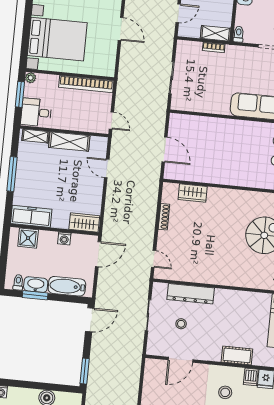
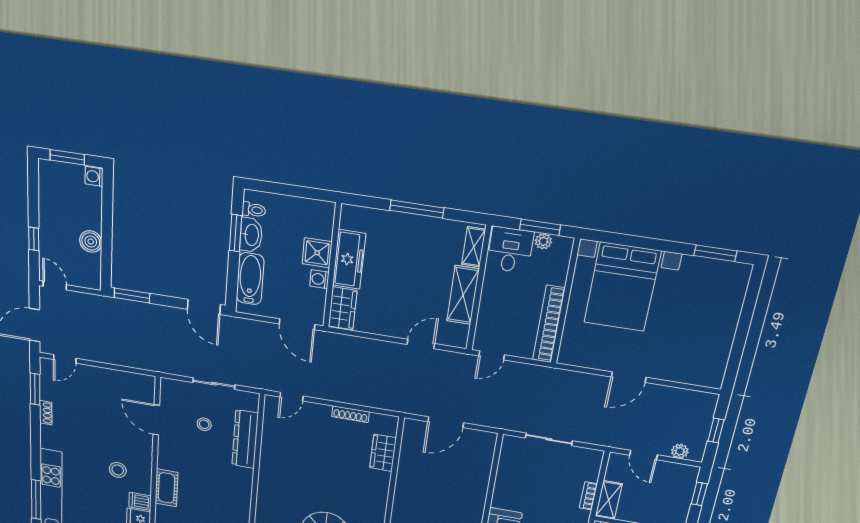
plant: (31, 78) -> (543, 241), moved
freezer: (31, 216) -> (349, 259), moved
shower: (28, 238) -> (317, 253), moved

